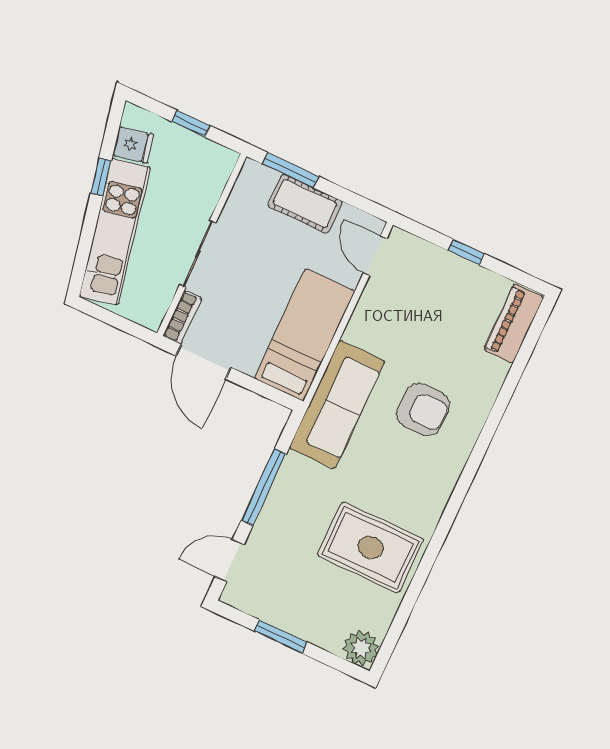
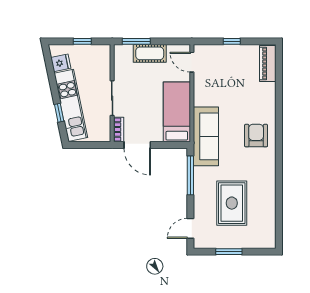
window: (101, 177) -> (59, 113), moved
armchair: (423, 410) -> (256, 136), moved, turned -90
window: (264, 487) -> (190, 175), moved
rug: (371, 547) -> (232, 203), moved, turned 90
plant: (361, 648) -> (267, 240), removed

